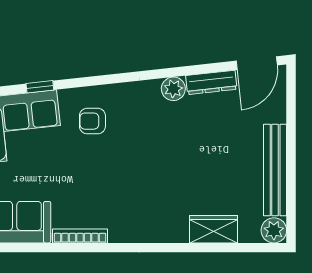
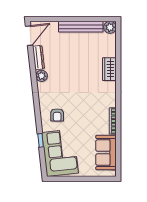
door: (257, 63) -> (29, 36), hinge flipped
wardrobe: (213, 229) -> (109, 69), moved

